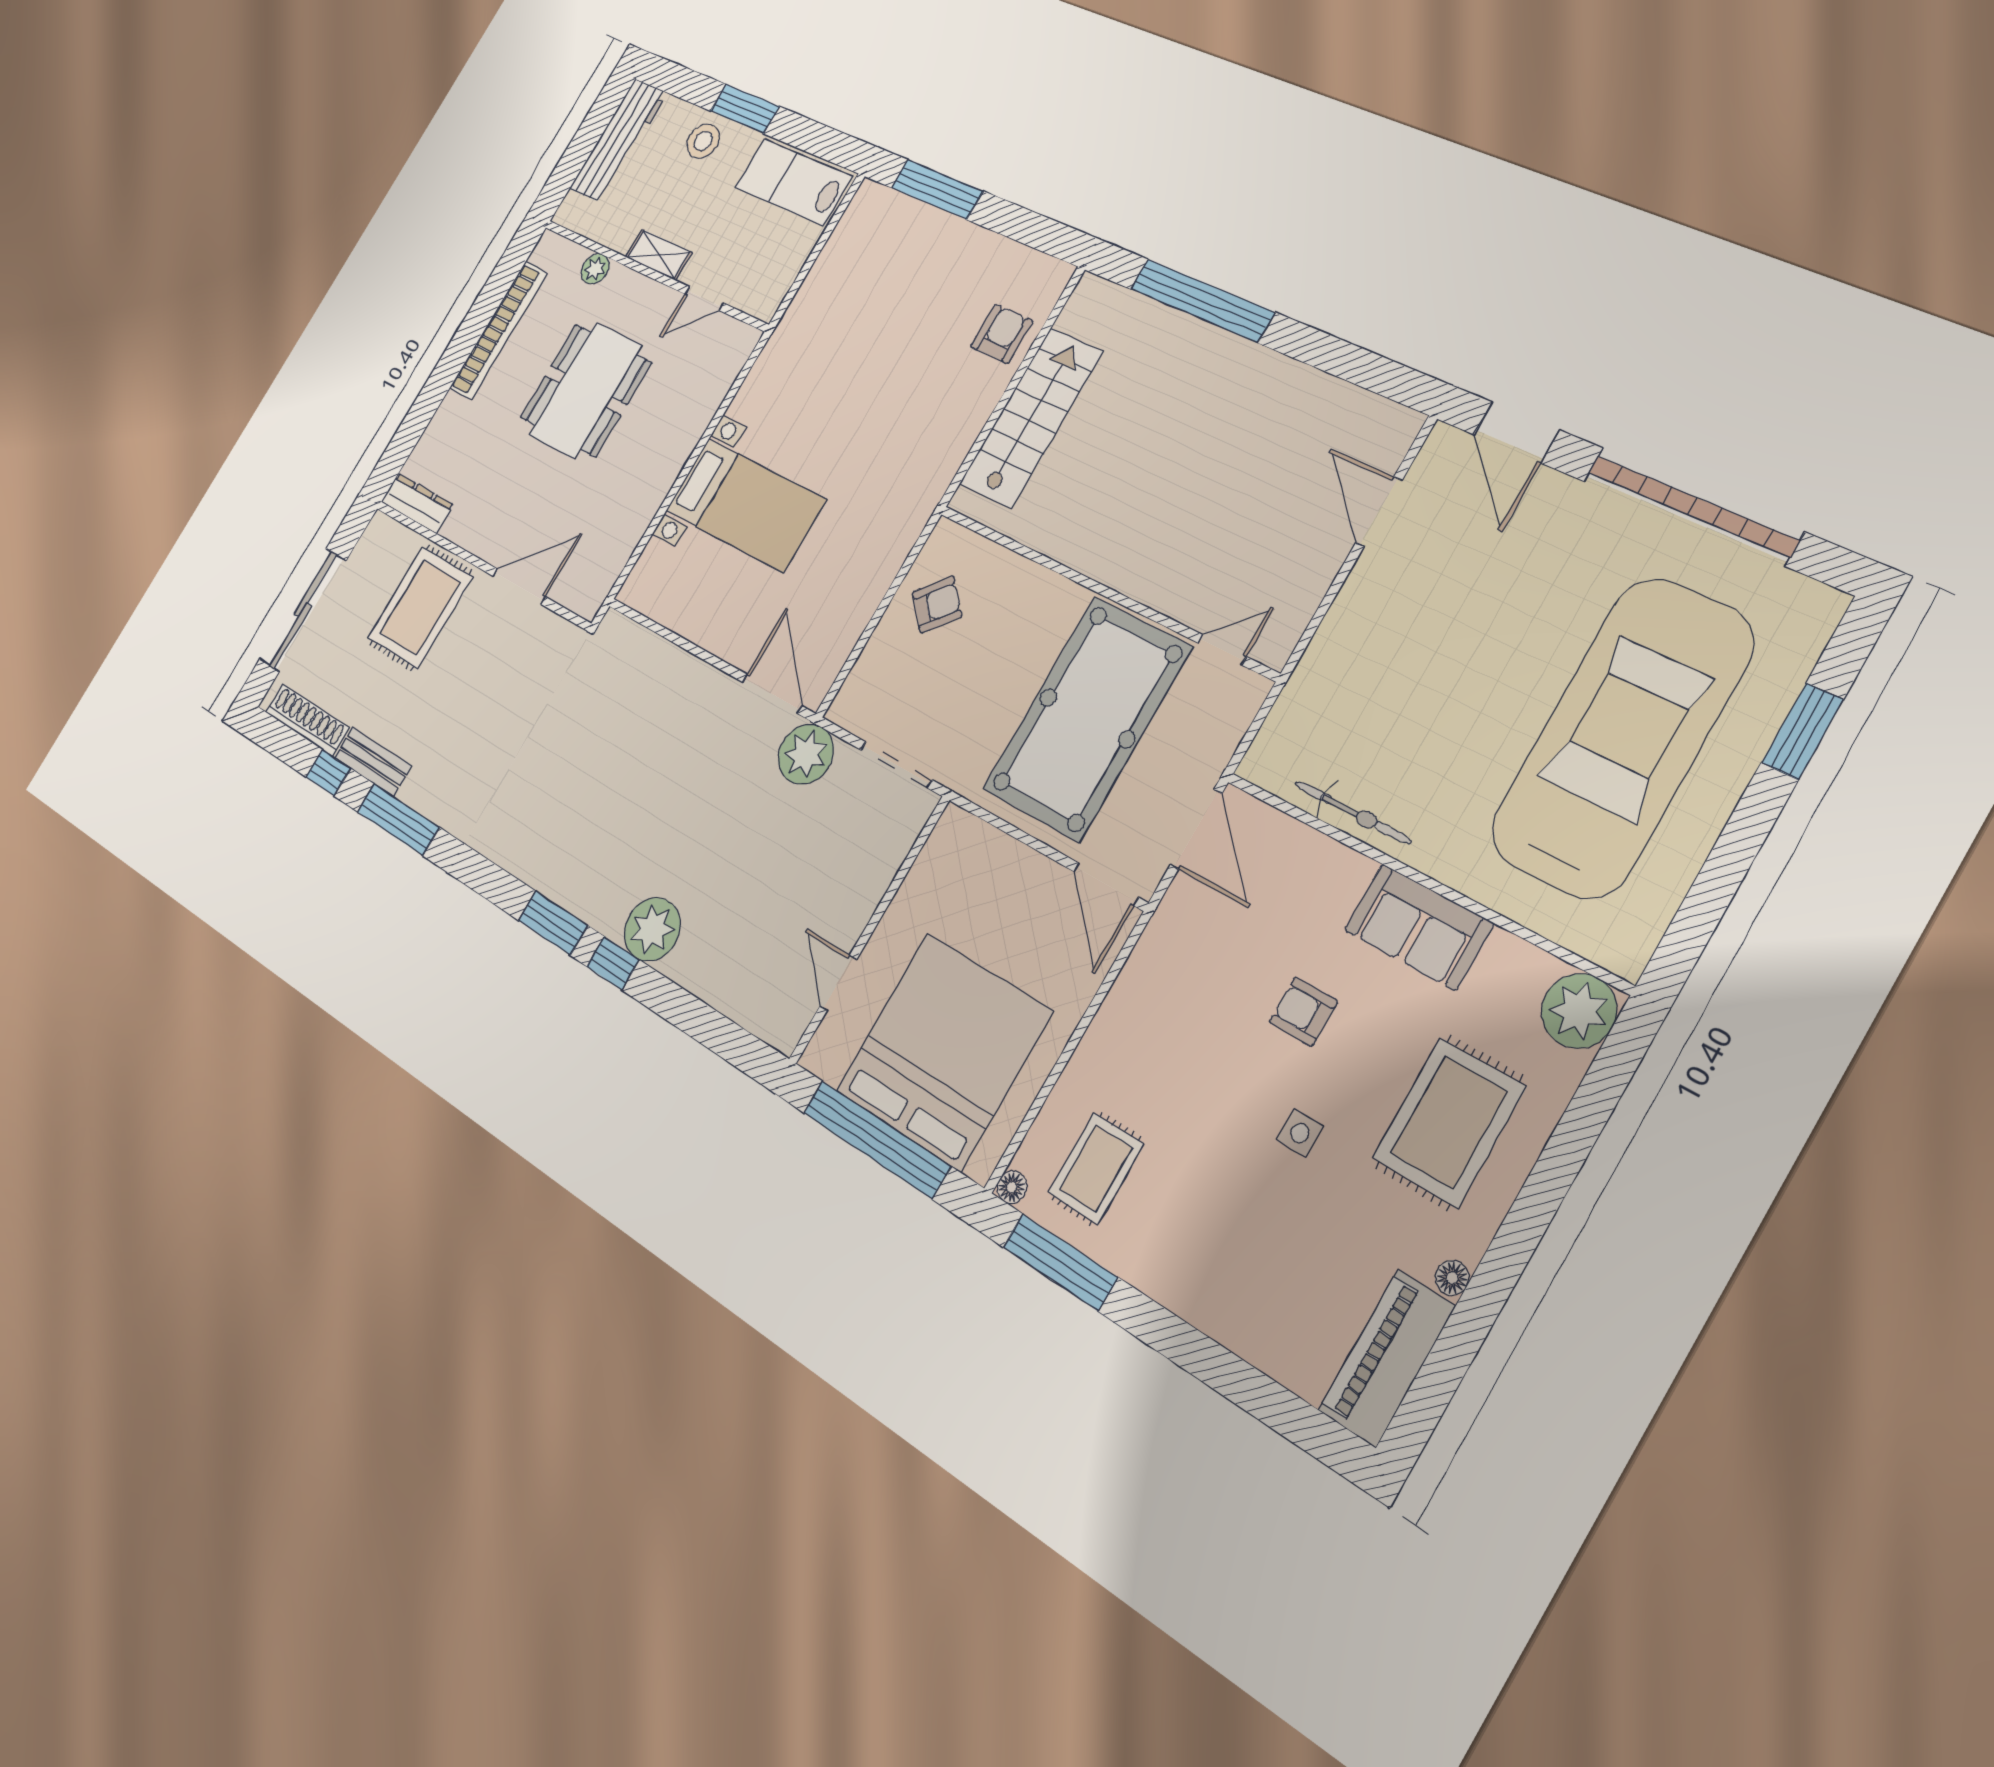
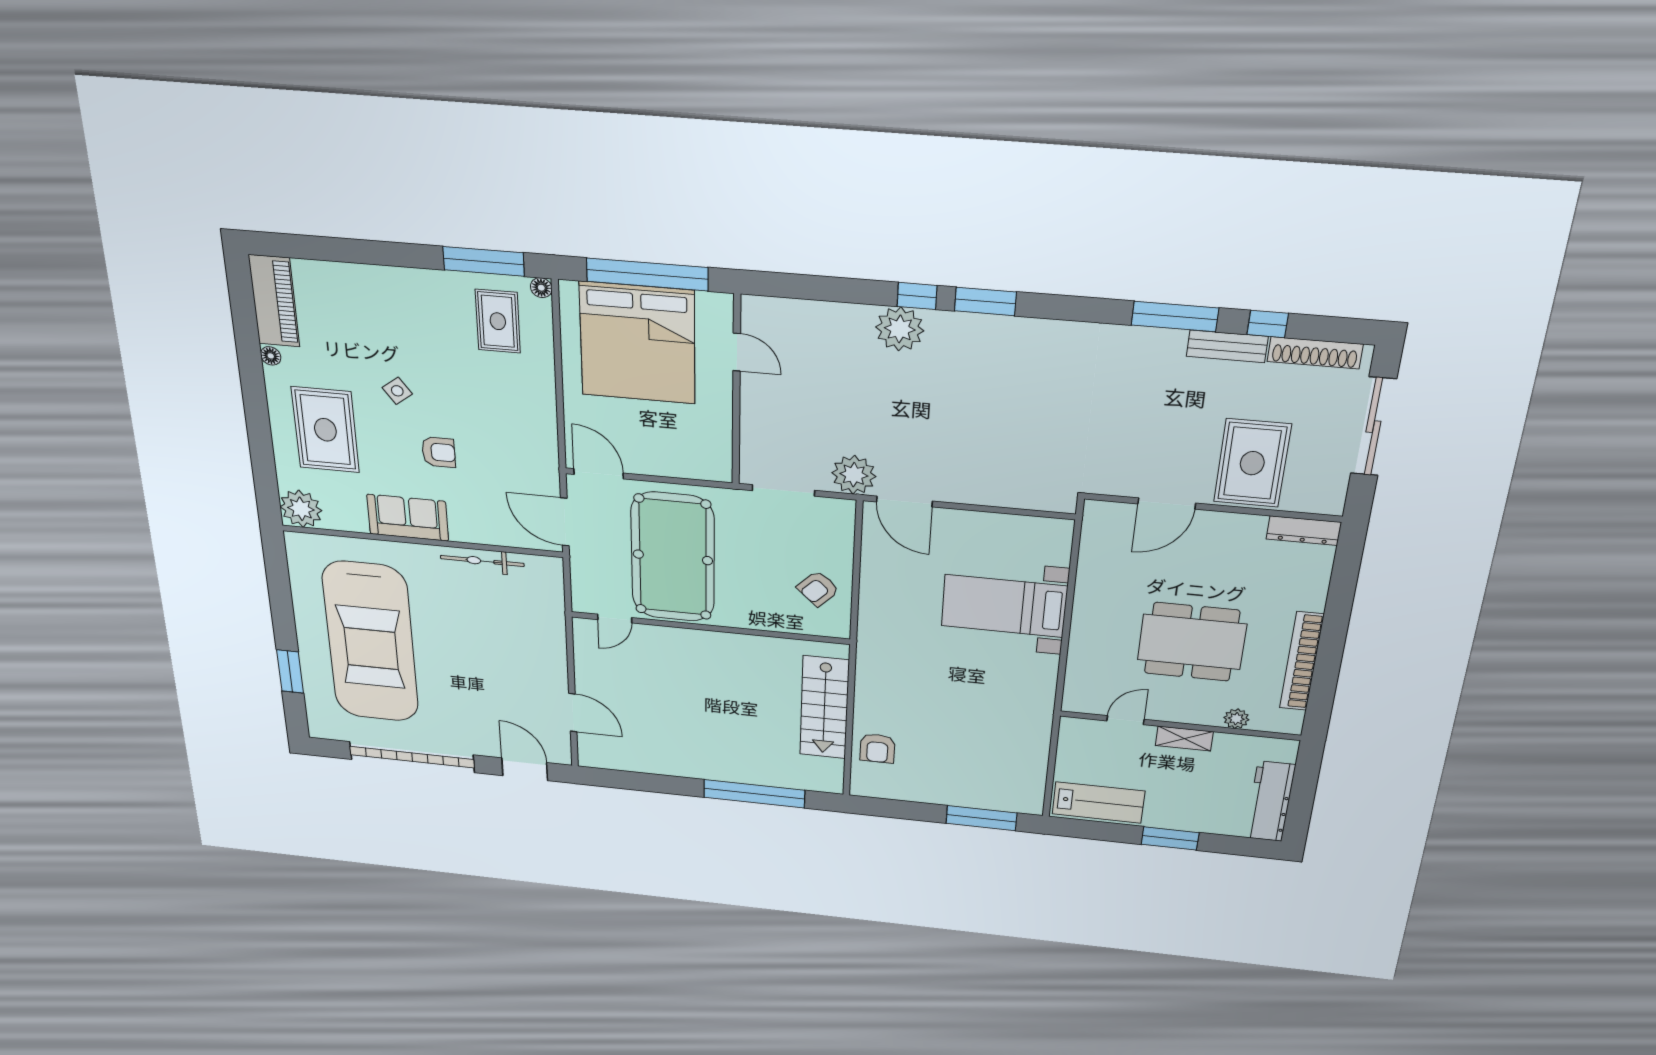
stool: (703, 141) -> (1193, 814), removed
dining table: (586, 390) -> (1192, 642), turned 90
side table: (1300, 1133) -> (397, 391), turned -37

